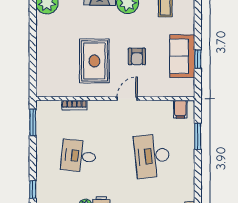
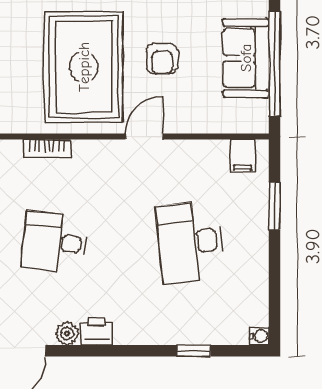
window: (198, 59) -> (275, 64), width x3.17
rug: (94, 61) -> (84, 67), width x1.37, depth x1.44

